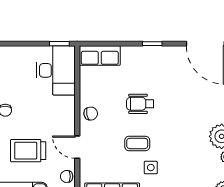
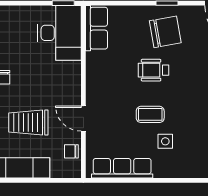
row of seats: (100, 55) -> (96, 28), moved, turned -90
chair: (91, 114) -> (165, 32), moved, width x1.87, depth x1.87

